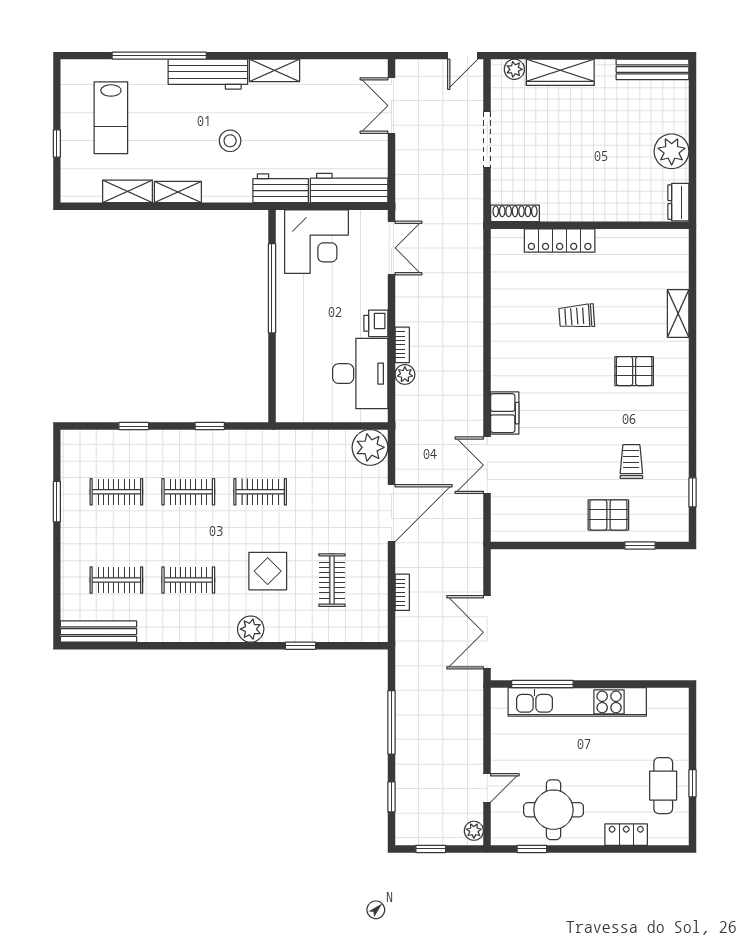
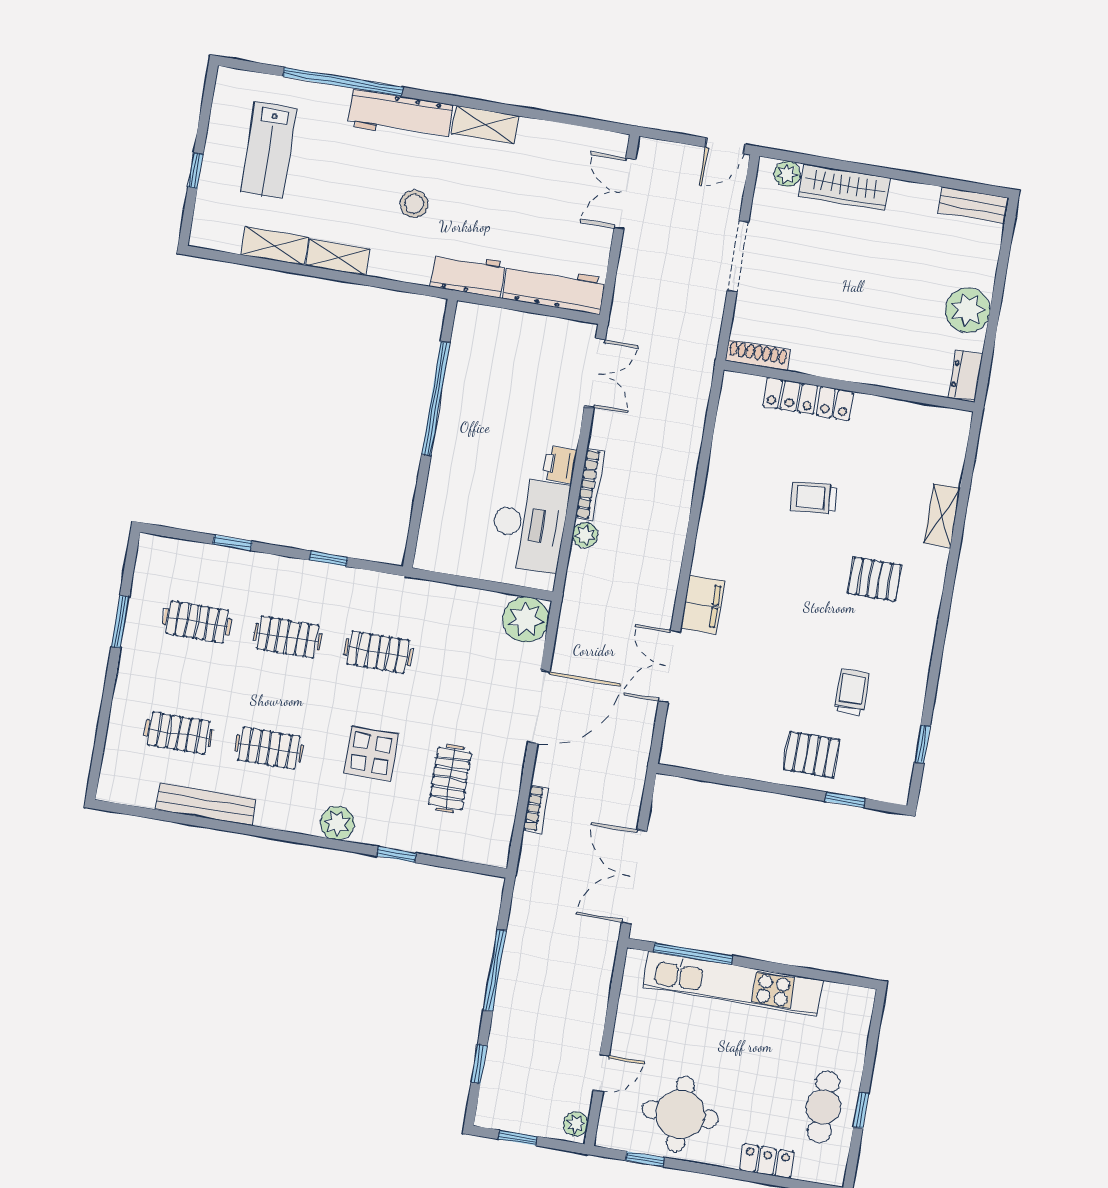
bench: (653, 69) -> (973, 205), width x0.73
corner desk: (317, 242) -> (502, 349), removed
bookcase: (402, 345) -> (590, 484), width x1.56
bench: (99, 632) -> (206, 804), moved

